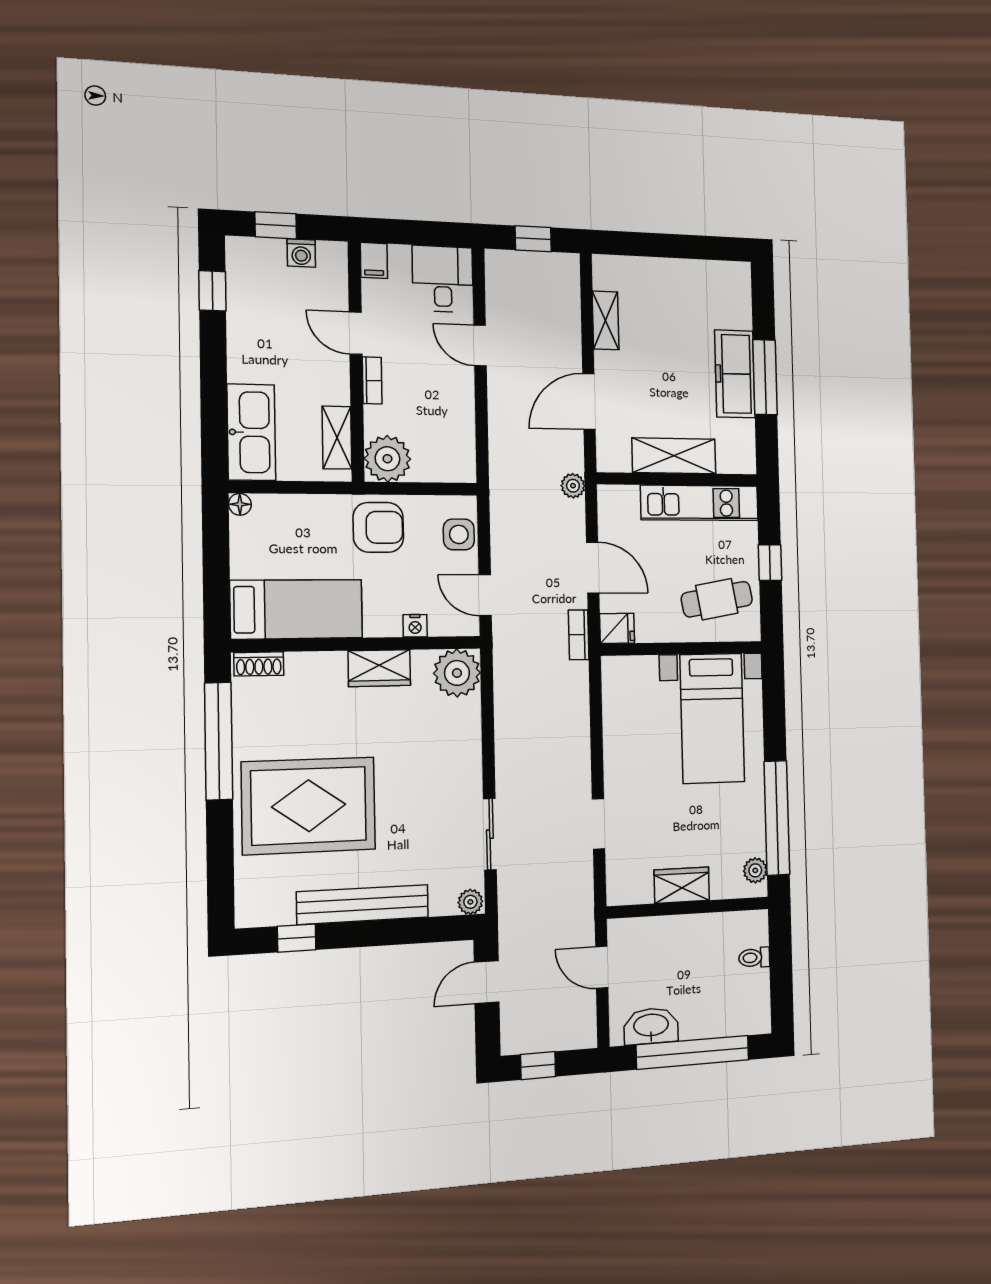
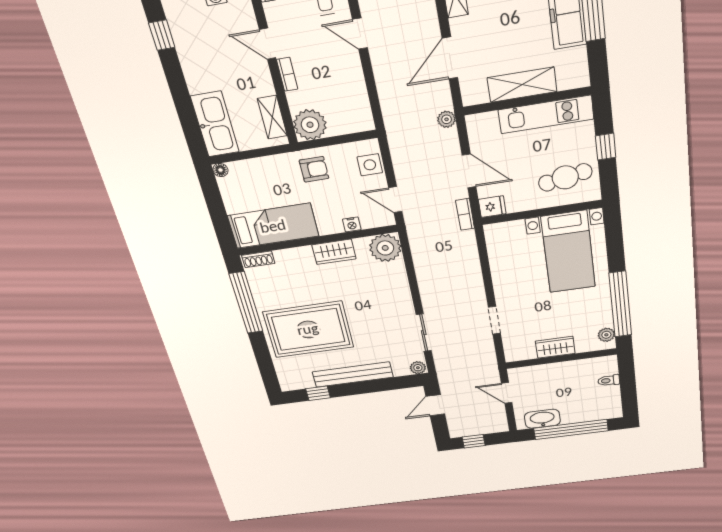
armchair: (378, 527) -> (314, 169), width x0.72, depth x0.72

